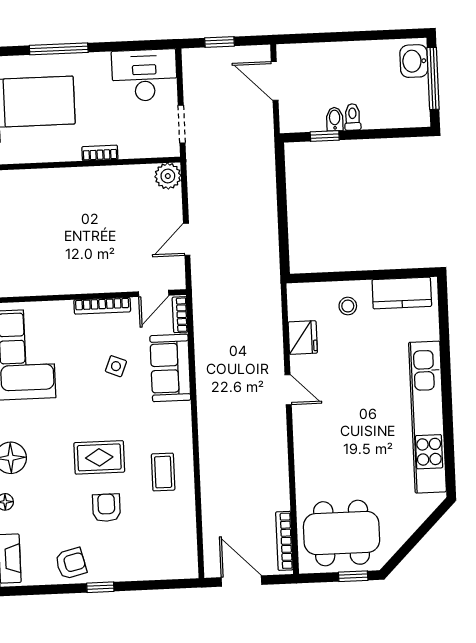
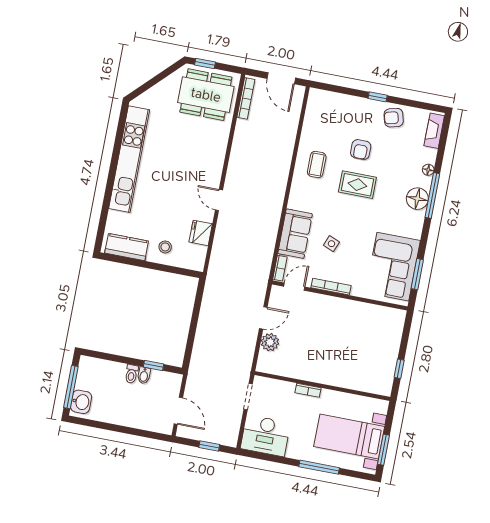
plant: (168, 176) -> (270, 342), moved

